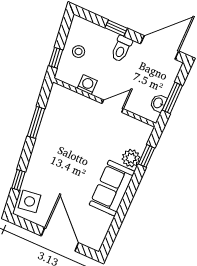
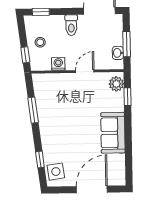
window: (116, 28) -> (41, 12), moved
plant: (131, 158) -> (116, 84), moved
door: (60, 239) -> (92, 189), hinge flipped

